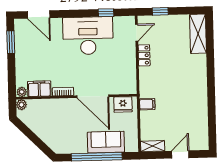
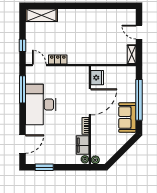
window: (106, 13) -> (23, 89), width x2.17
filing cabinet: (147, 104) -> (98, 58), removed
sofa: (106, 142) -> (127, 117), moved

